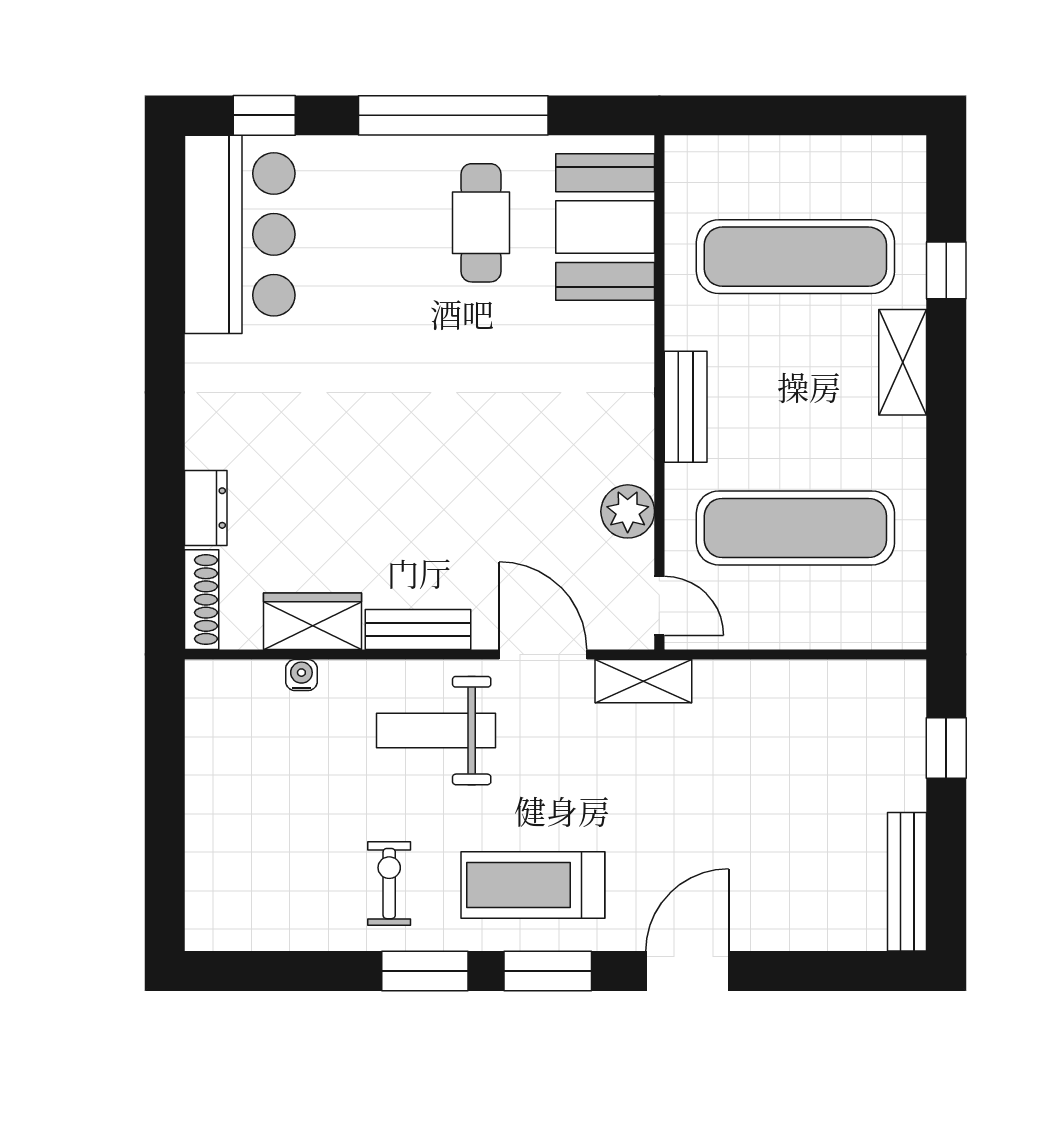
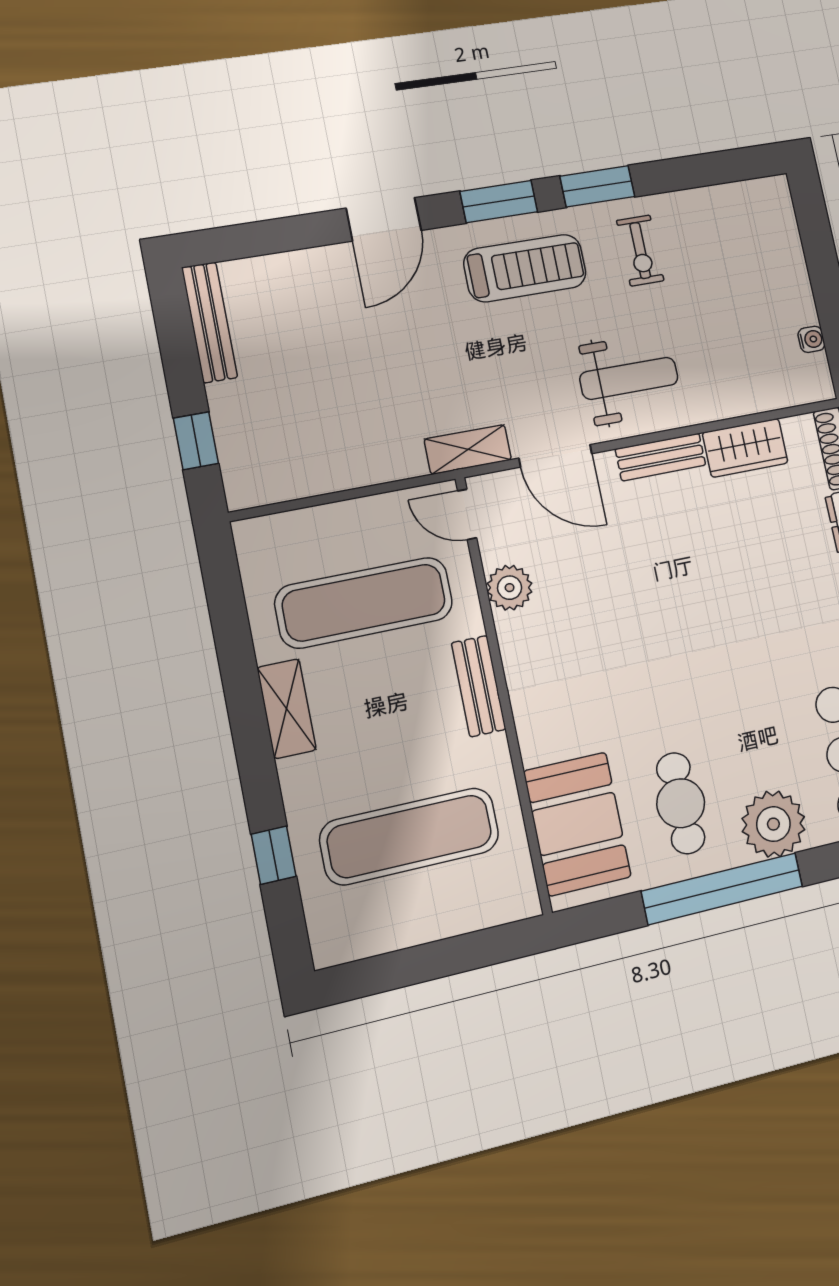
plant: (377, 174) -> (773, 824), added
shelving: (903, 362) -> (287, 709), moved
water cooler: (301, 675) -> (811, 339), moved, turned -90

